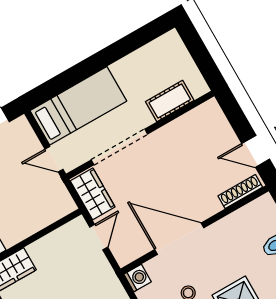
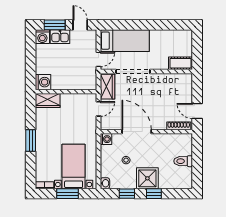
cot: (170, 101) -> (181, 63), moved
door: (54, 159) -> (98, 59), swing flipped

